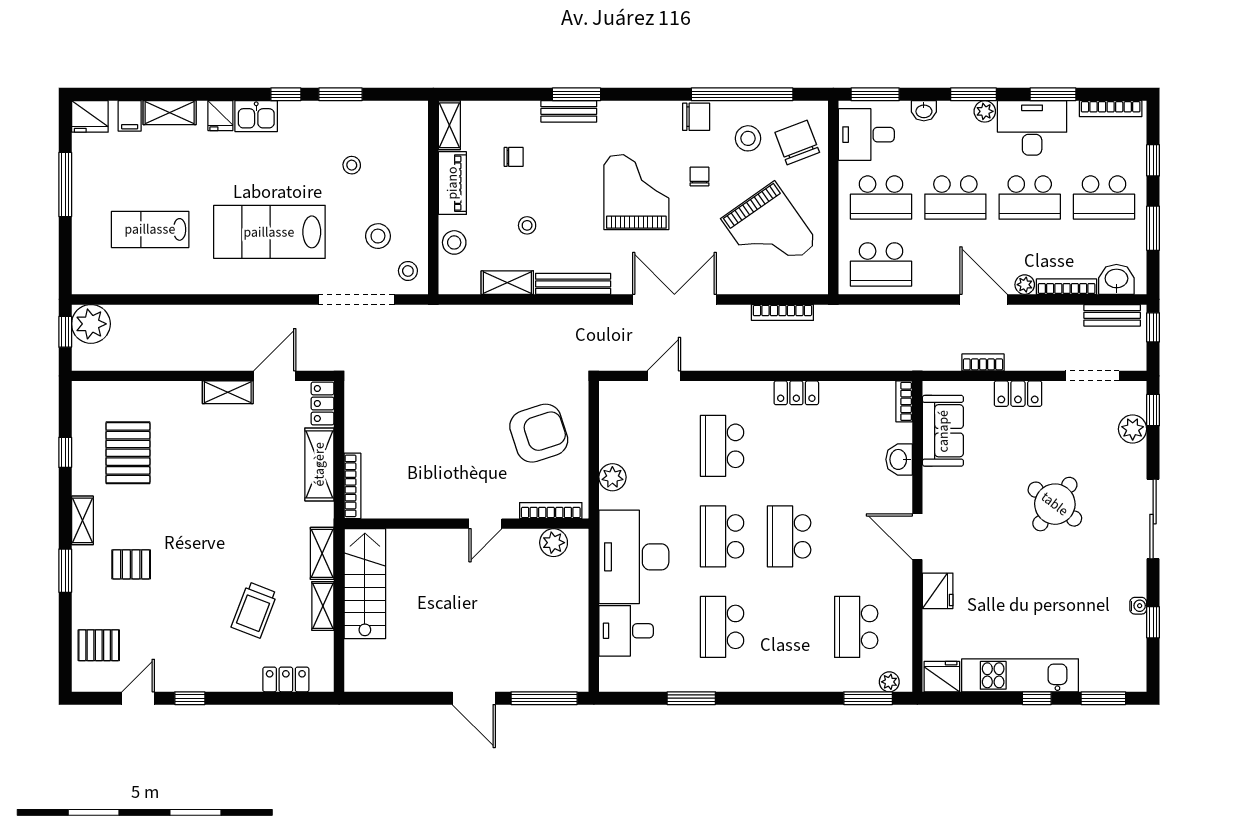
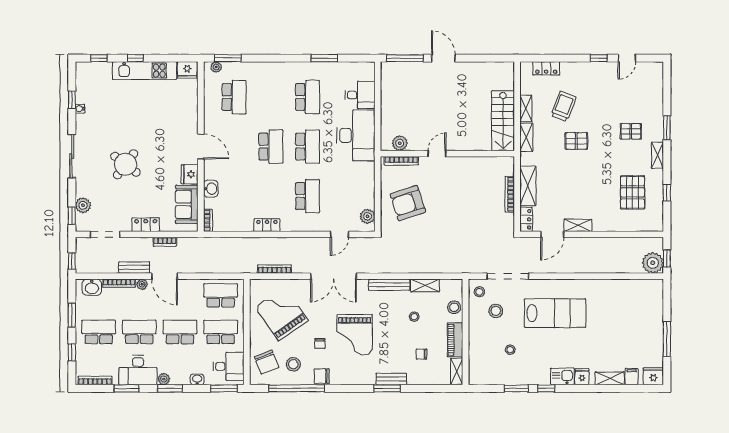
lab bench: (150, 229) -> (620, 314), removed
bench: (1112, 315) -> (134, 268), moved
plant: (612, 477) -> (368, 216), moved
bookcase: (353, 486) -> (510, 194), moved
fridge: (938, 591) -> (190, 174), moved
pallet: (99, 645) -> (576, 141), moved
window: (1103, 698) -> (99, 58), width x0.67

